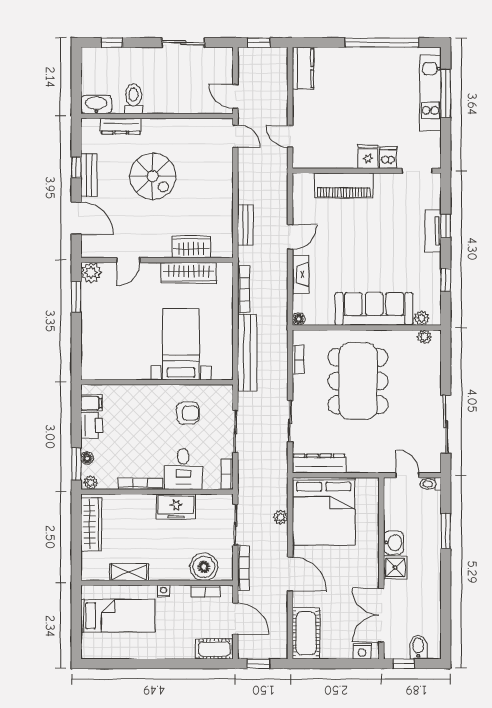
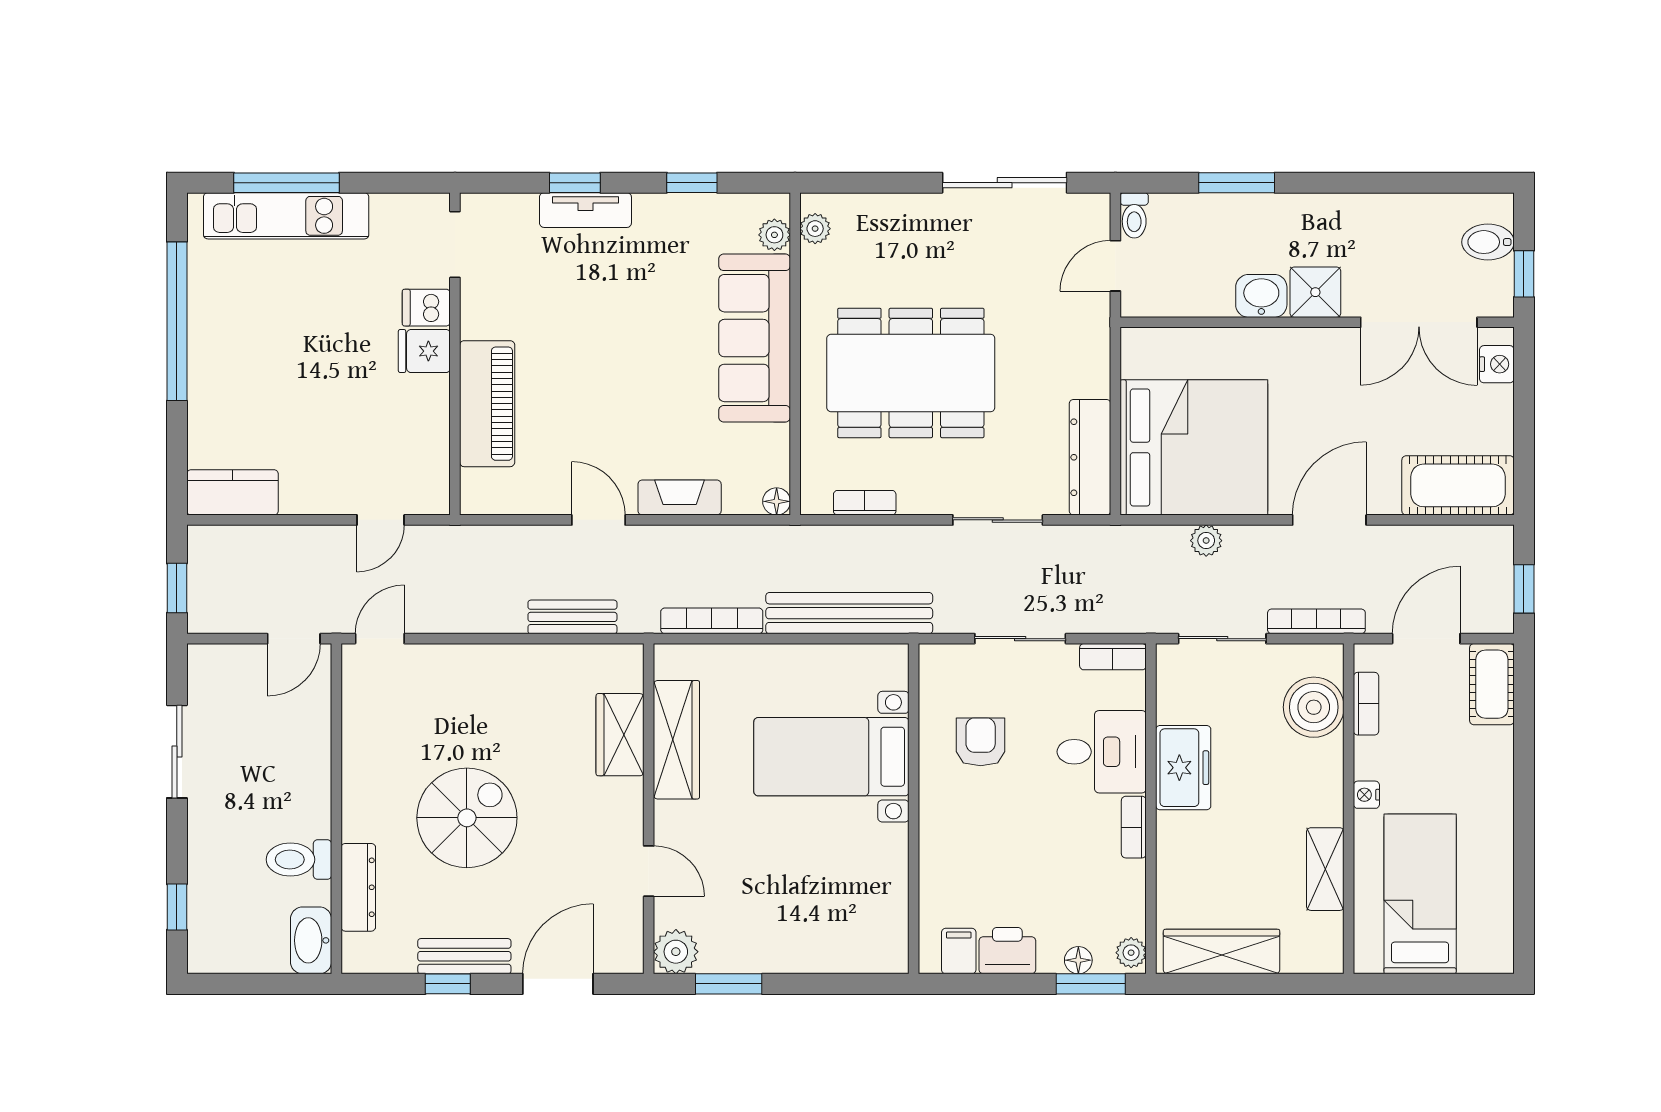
bookcase: (140, 484) -> (1134, 827), width x0.64

